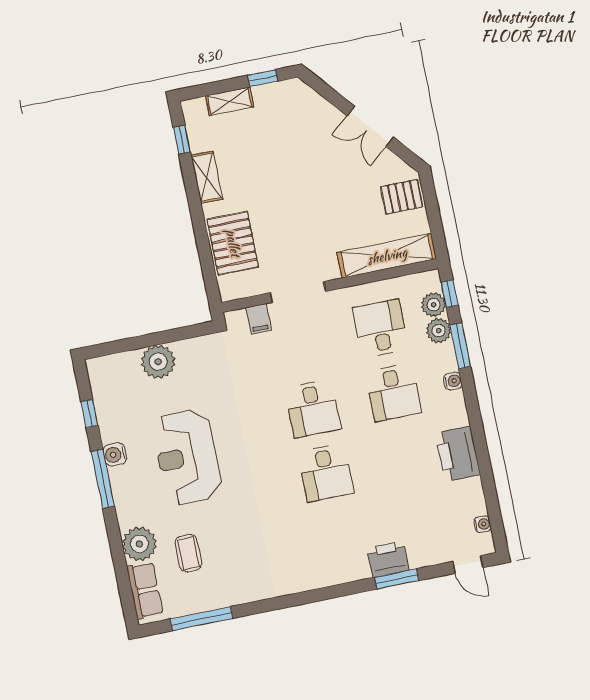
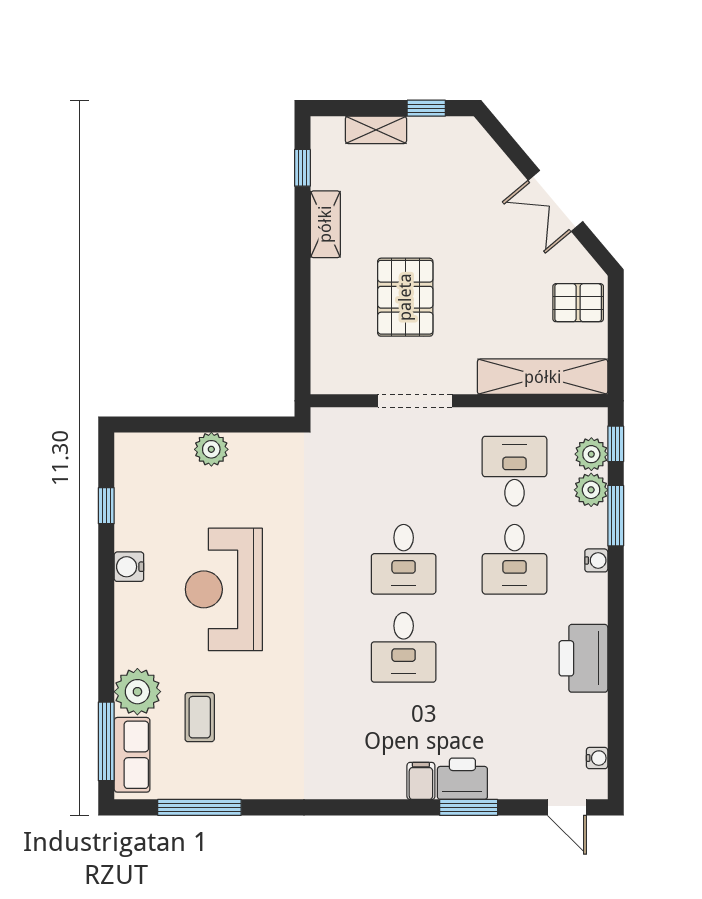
pallet: (233, 243) -> (405, 297), moved
filing cabinet: (259, 319) -> (421, 781), moved, turned 180
plant: (158, 362) -> (211, 449), width x0.73, depth x0.73
window: (103, 479) -> (106, 741), moved

